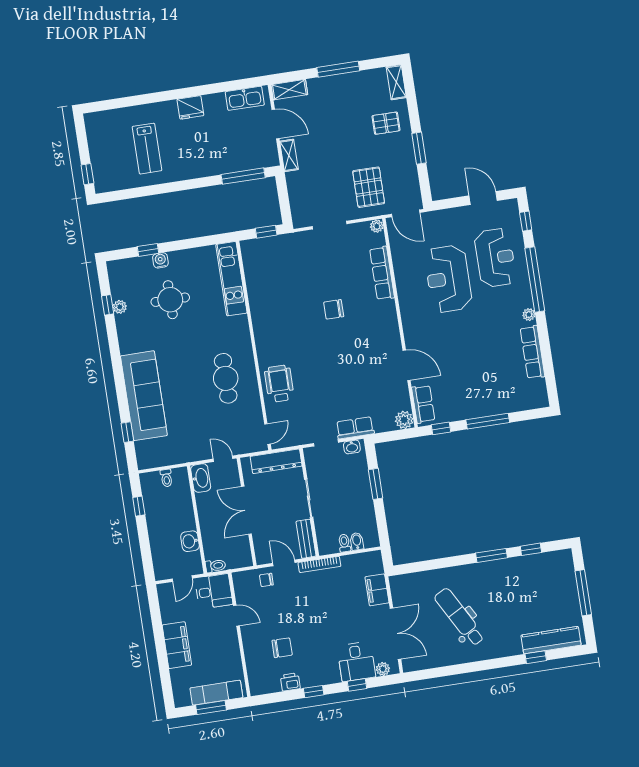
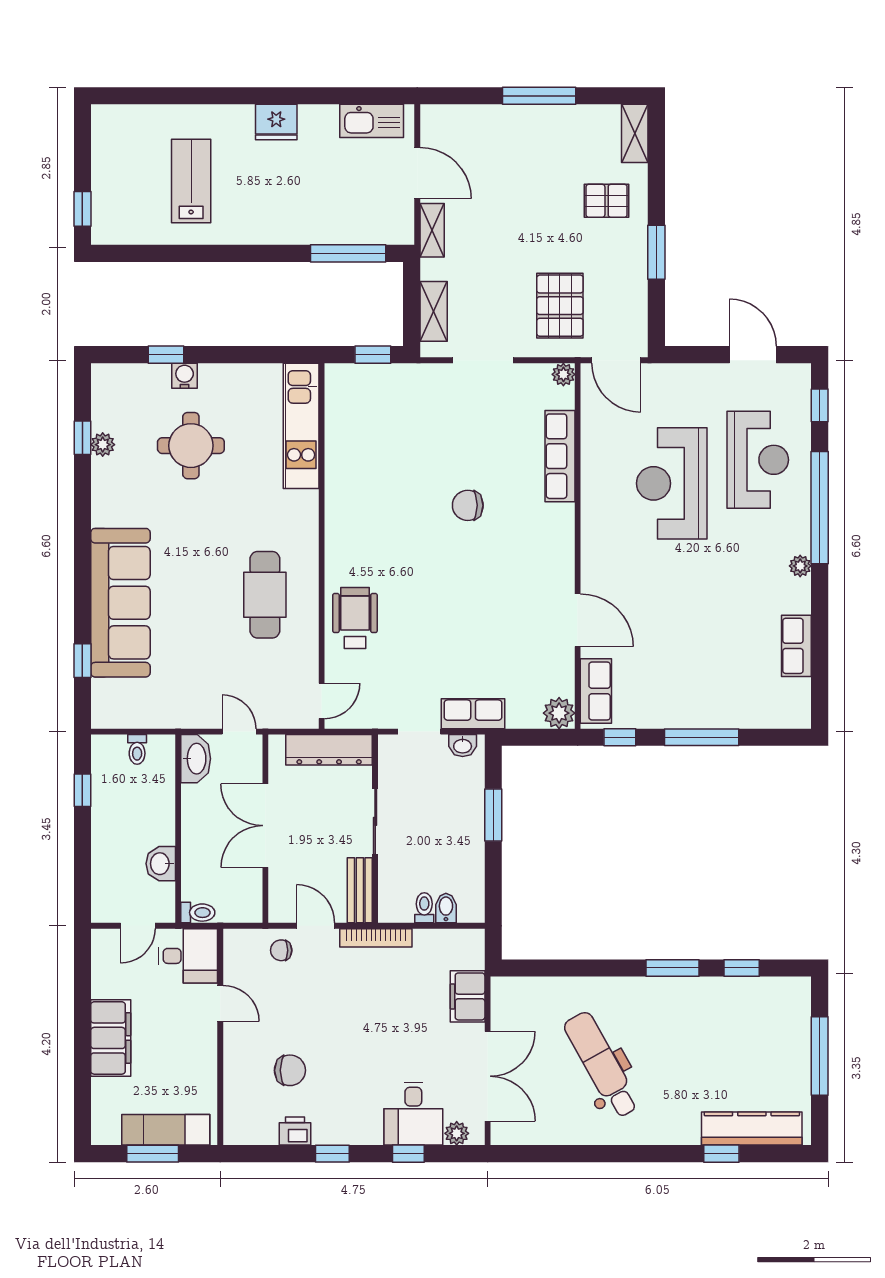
shelving: (289, 90) -> (434, 311), moved, turned 90
lab bench: (147, 149) -> (191, 181), turned 180
row of seats: (532, 352) -> (796, 646), width x0.68

